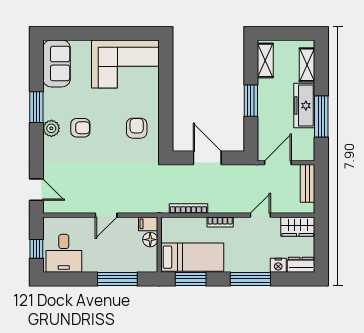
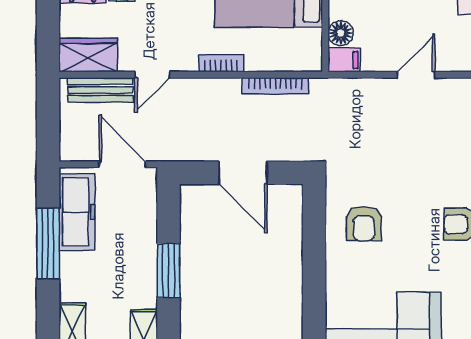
freezer: (304, 106) -> (77, 212), moved
door: (278, 163) -> (122, 164), swing flipped
bench: (307, 183) -> (100, 90), moved, turned 90

